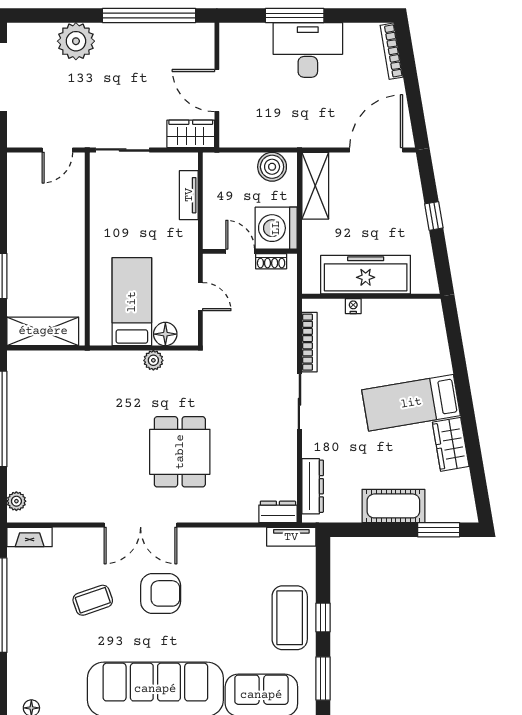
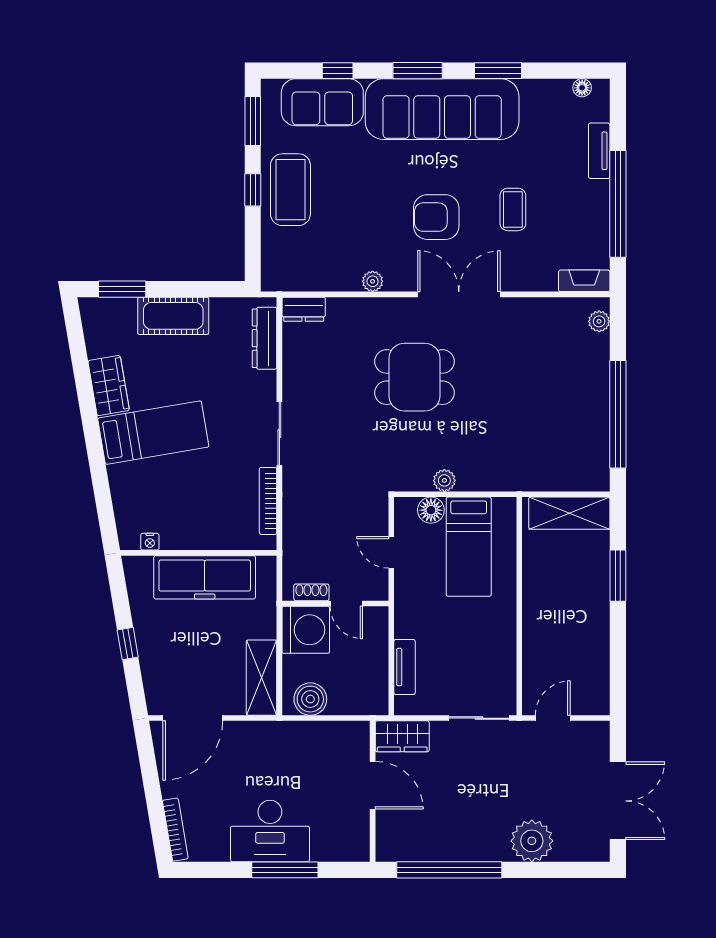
nightstand: (353, 306) -> (150, 542), moved
dining table: (180, 452) -> (415, 377), turned 90
plant: (217, 537) -> (373, 281), added
tv unit: (291, 537) -> (599, 151), moved, turned -90
coffee table: (93, 600) -> (513, 209), turned -71

